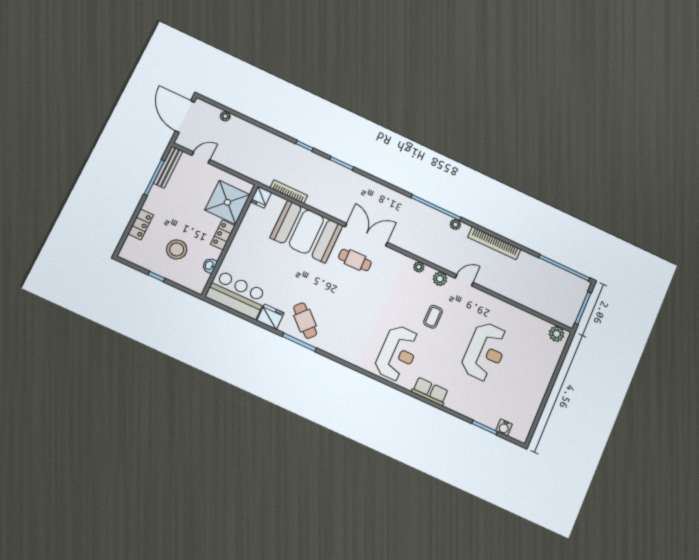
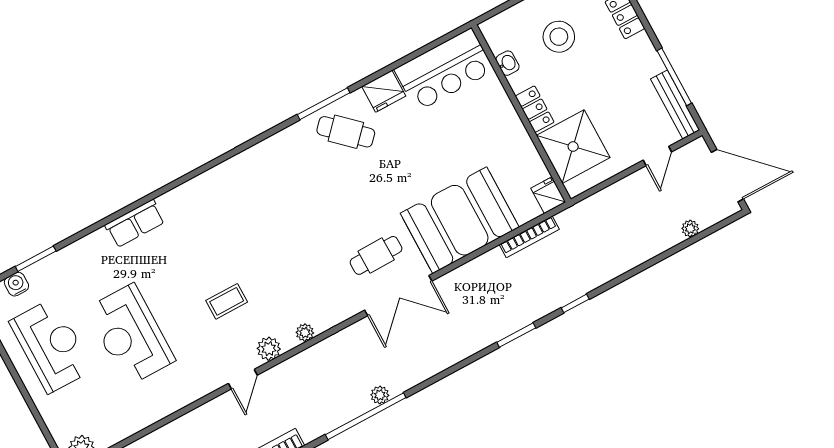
plant: (455, 224) -> (380, 395), moved
coffee table: (433, 317) -> (227, 301), turned 90
reception desk: (398, 353) -> (51, 346), moved, turned 180

